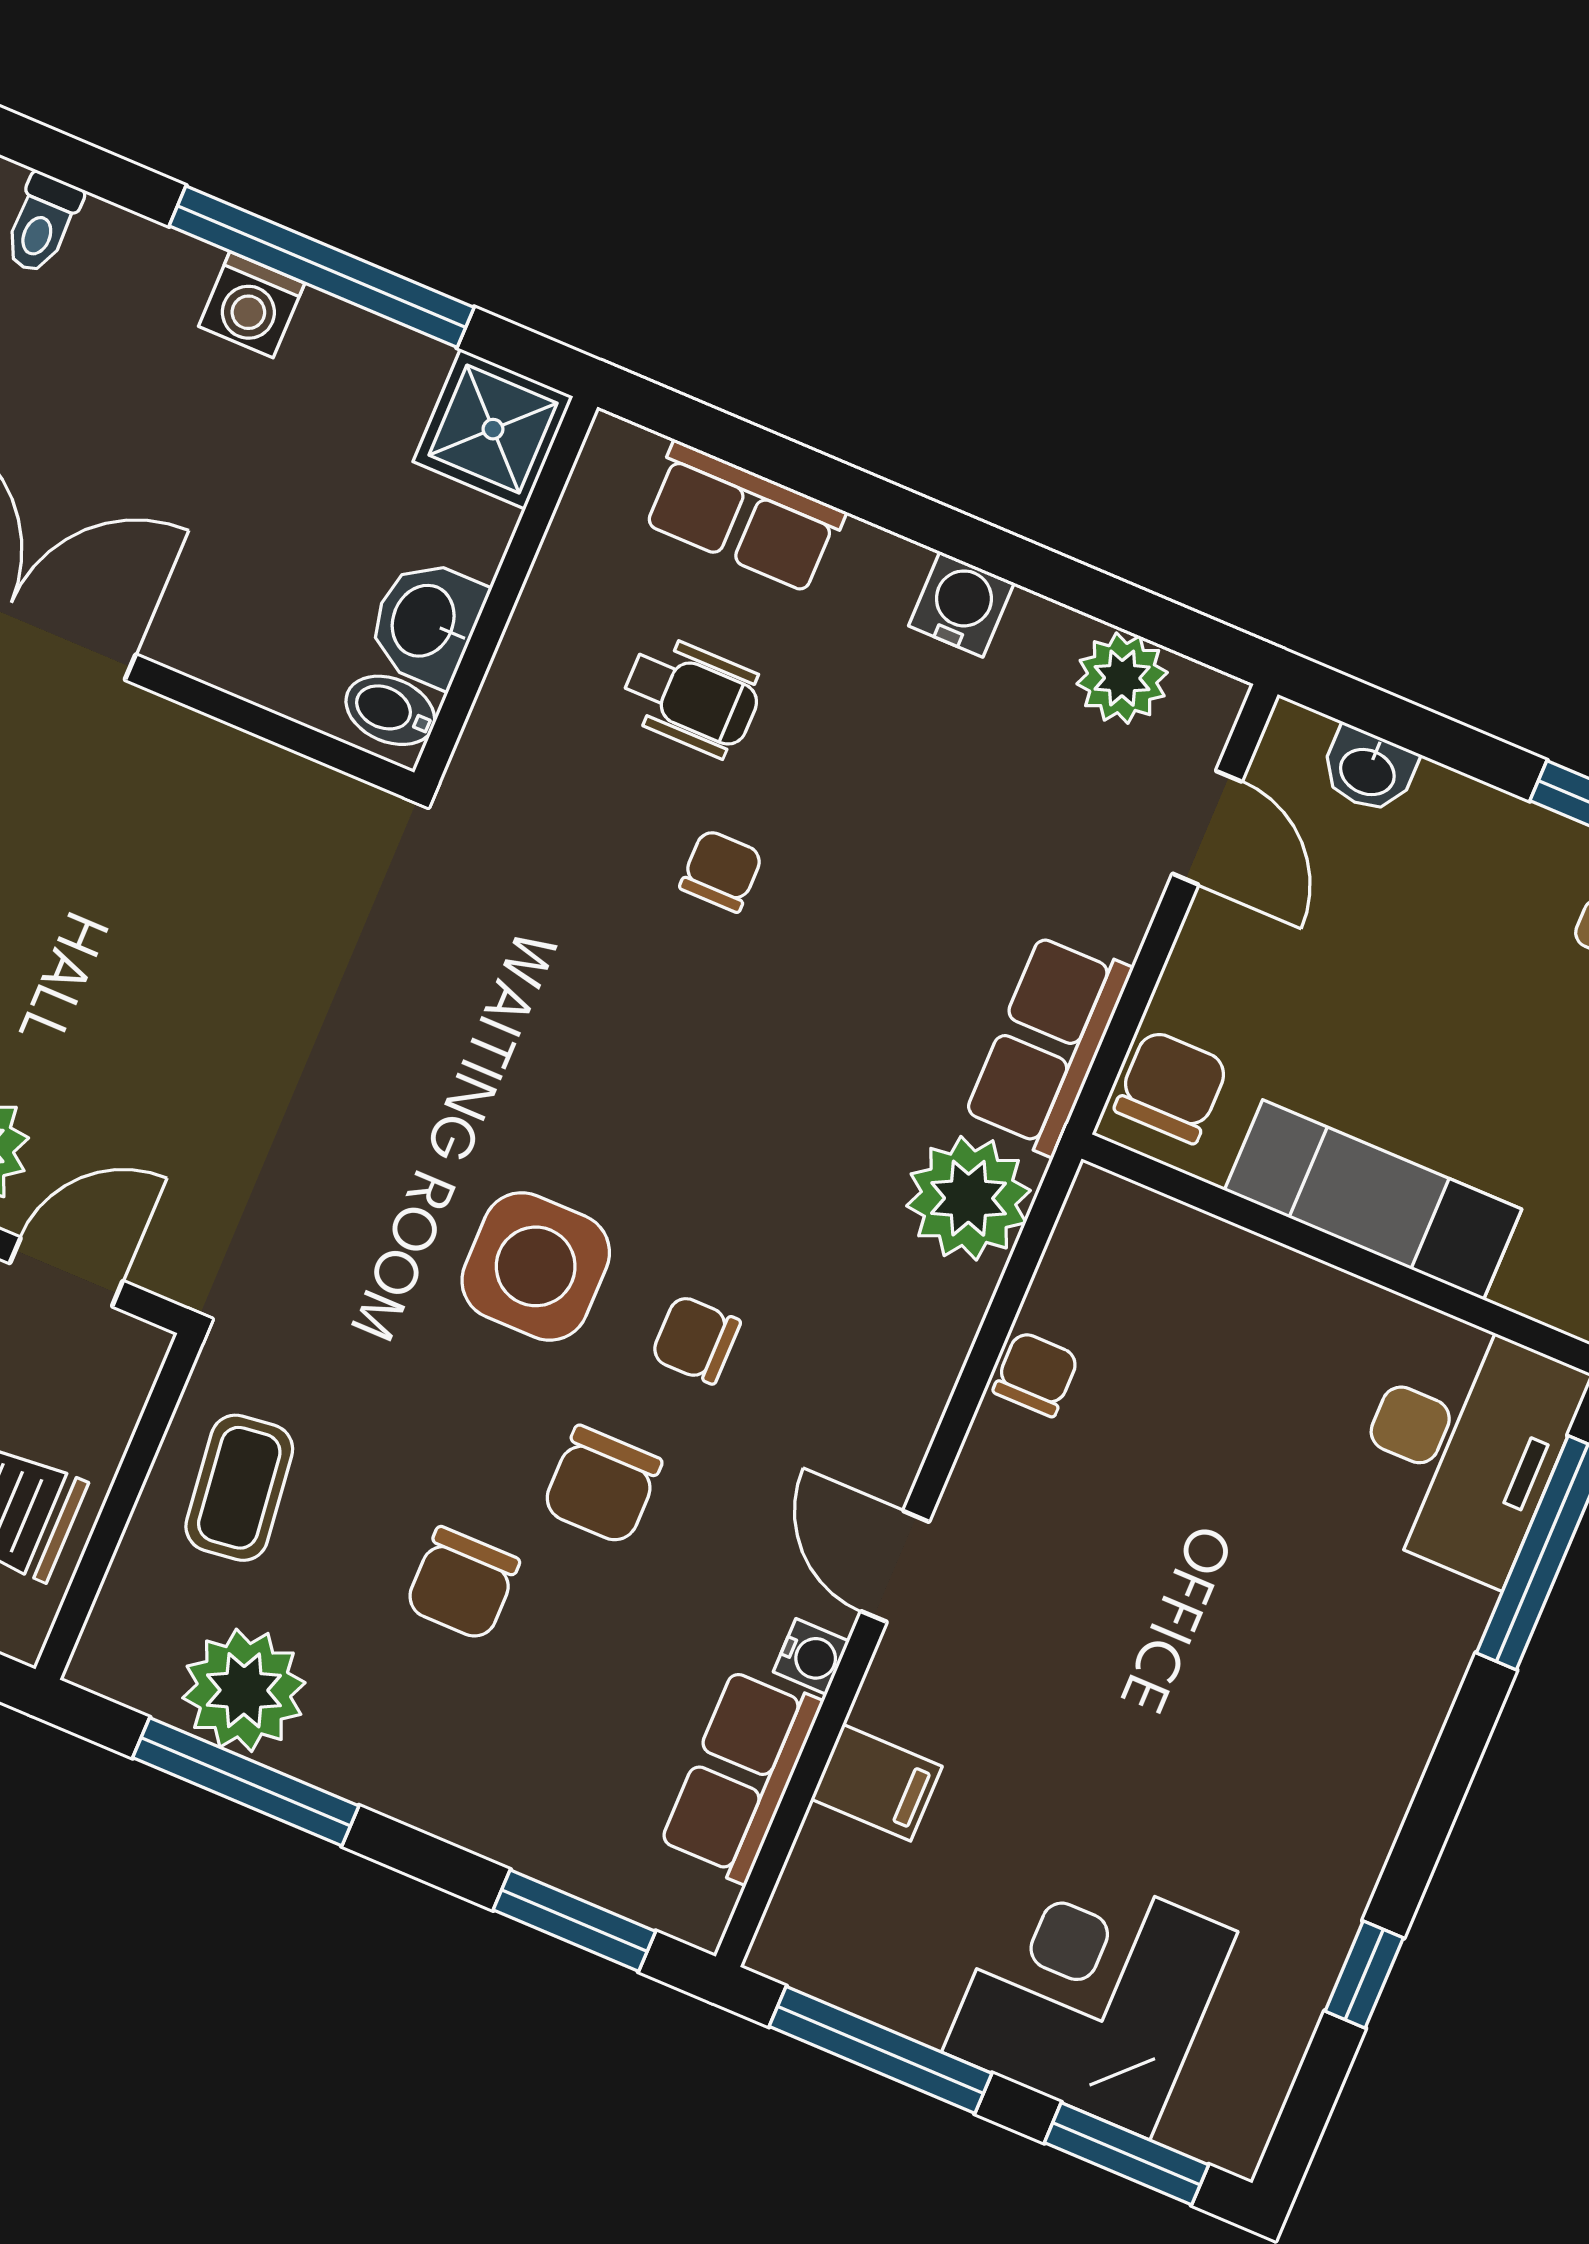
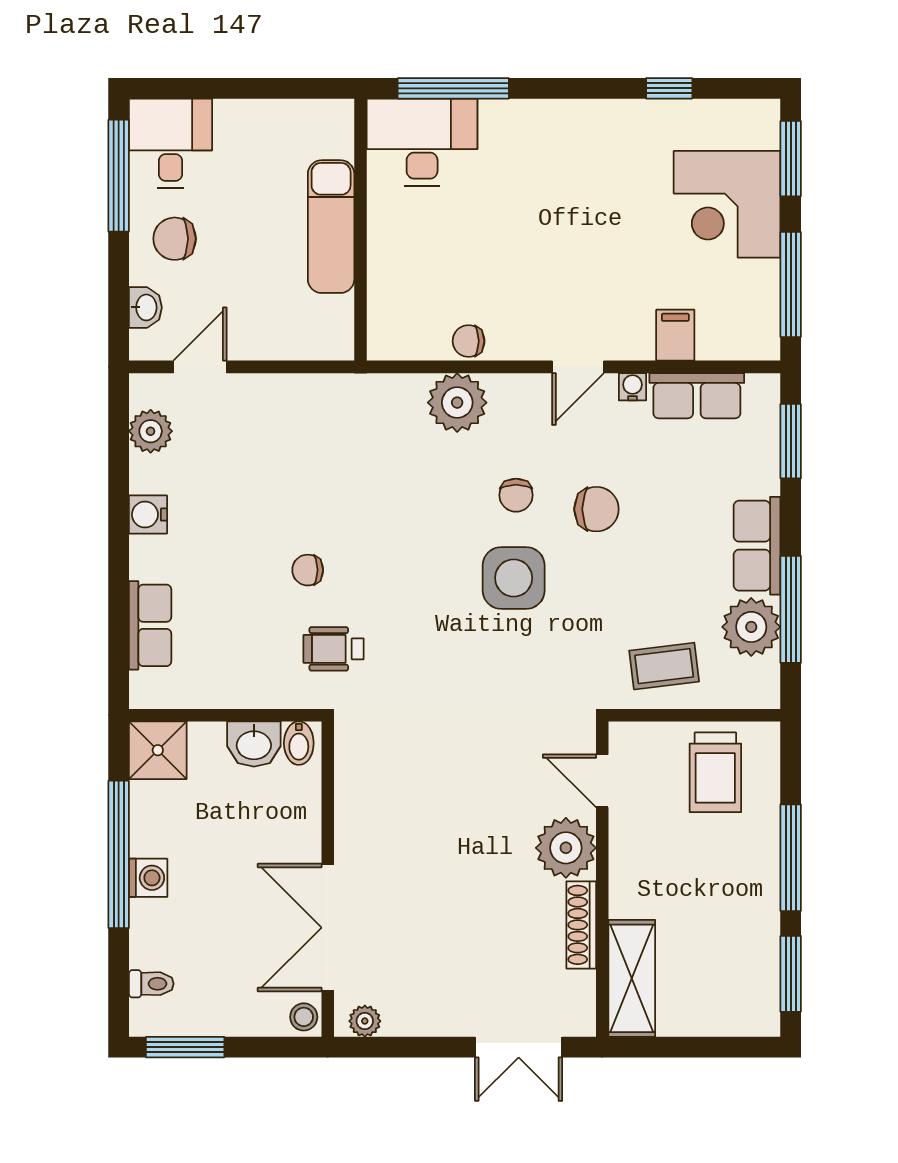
wheelchair: (691, 696) -> (334, 649), moved, turned -90
row of seats: (1048, 1044) -> (757, 546), moved, turned 90
chair: (1171, 1087) -> (175, 239), moved
plant: (969, 1198) -> (457, 403), moved
chair: (462, 1584) -> (665, 552), removed

